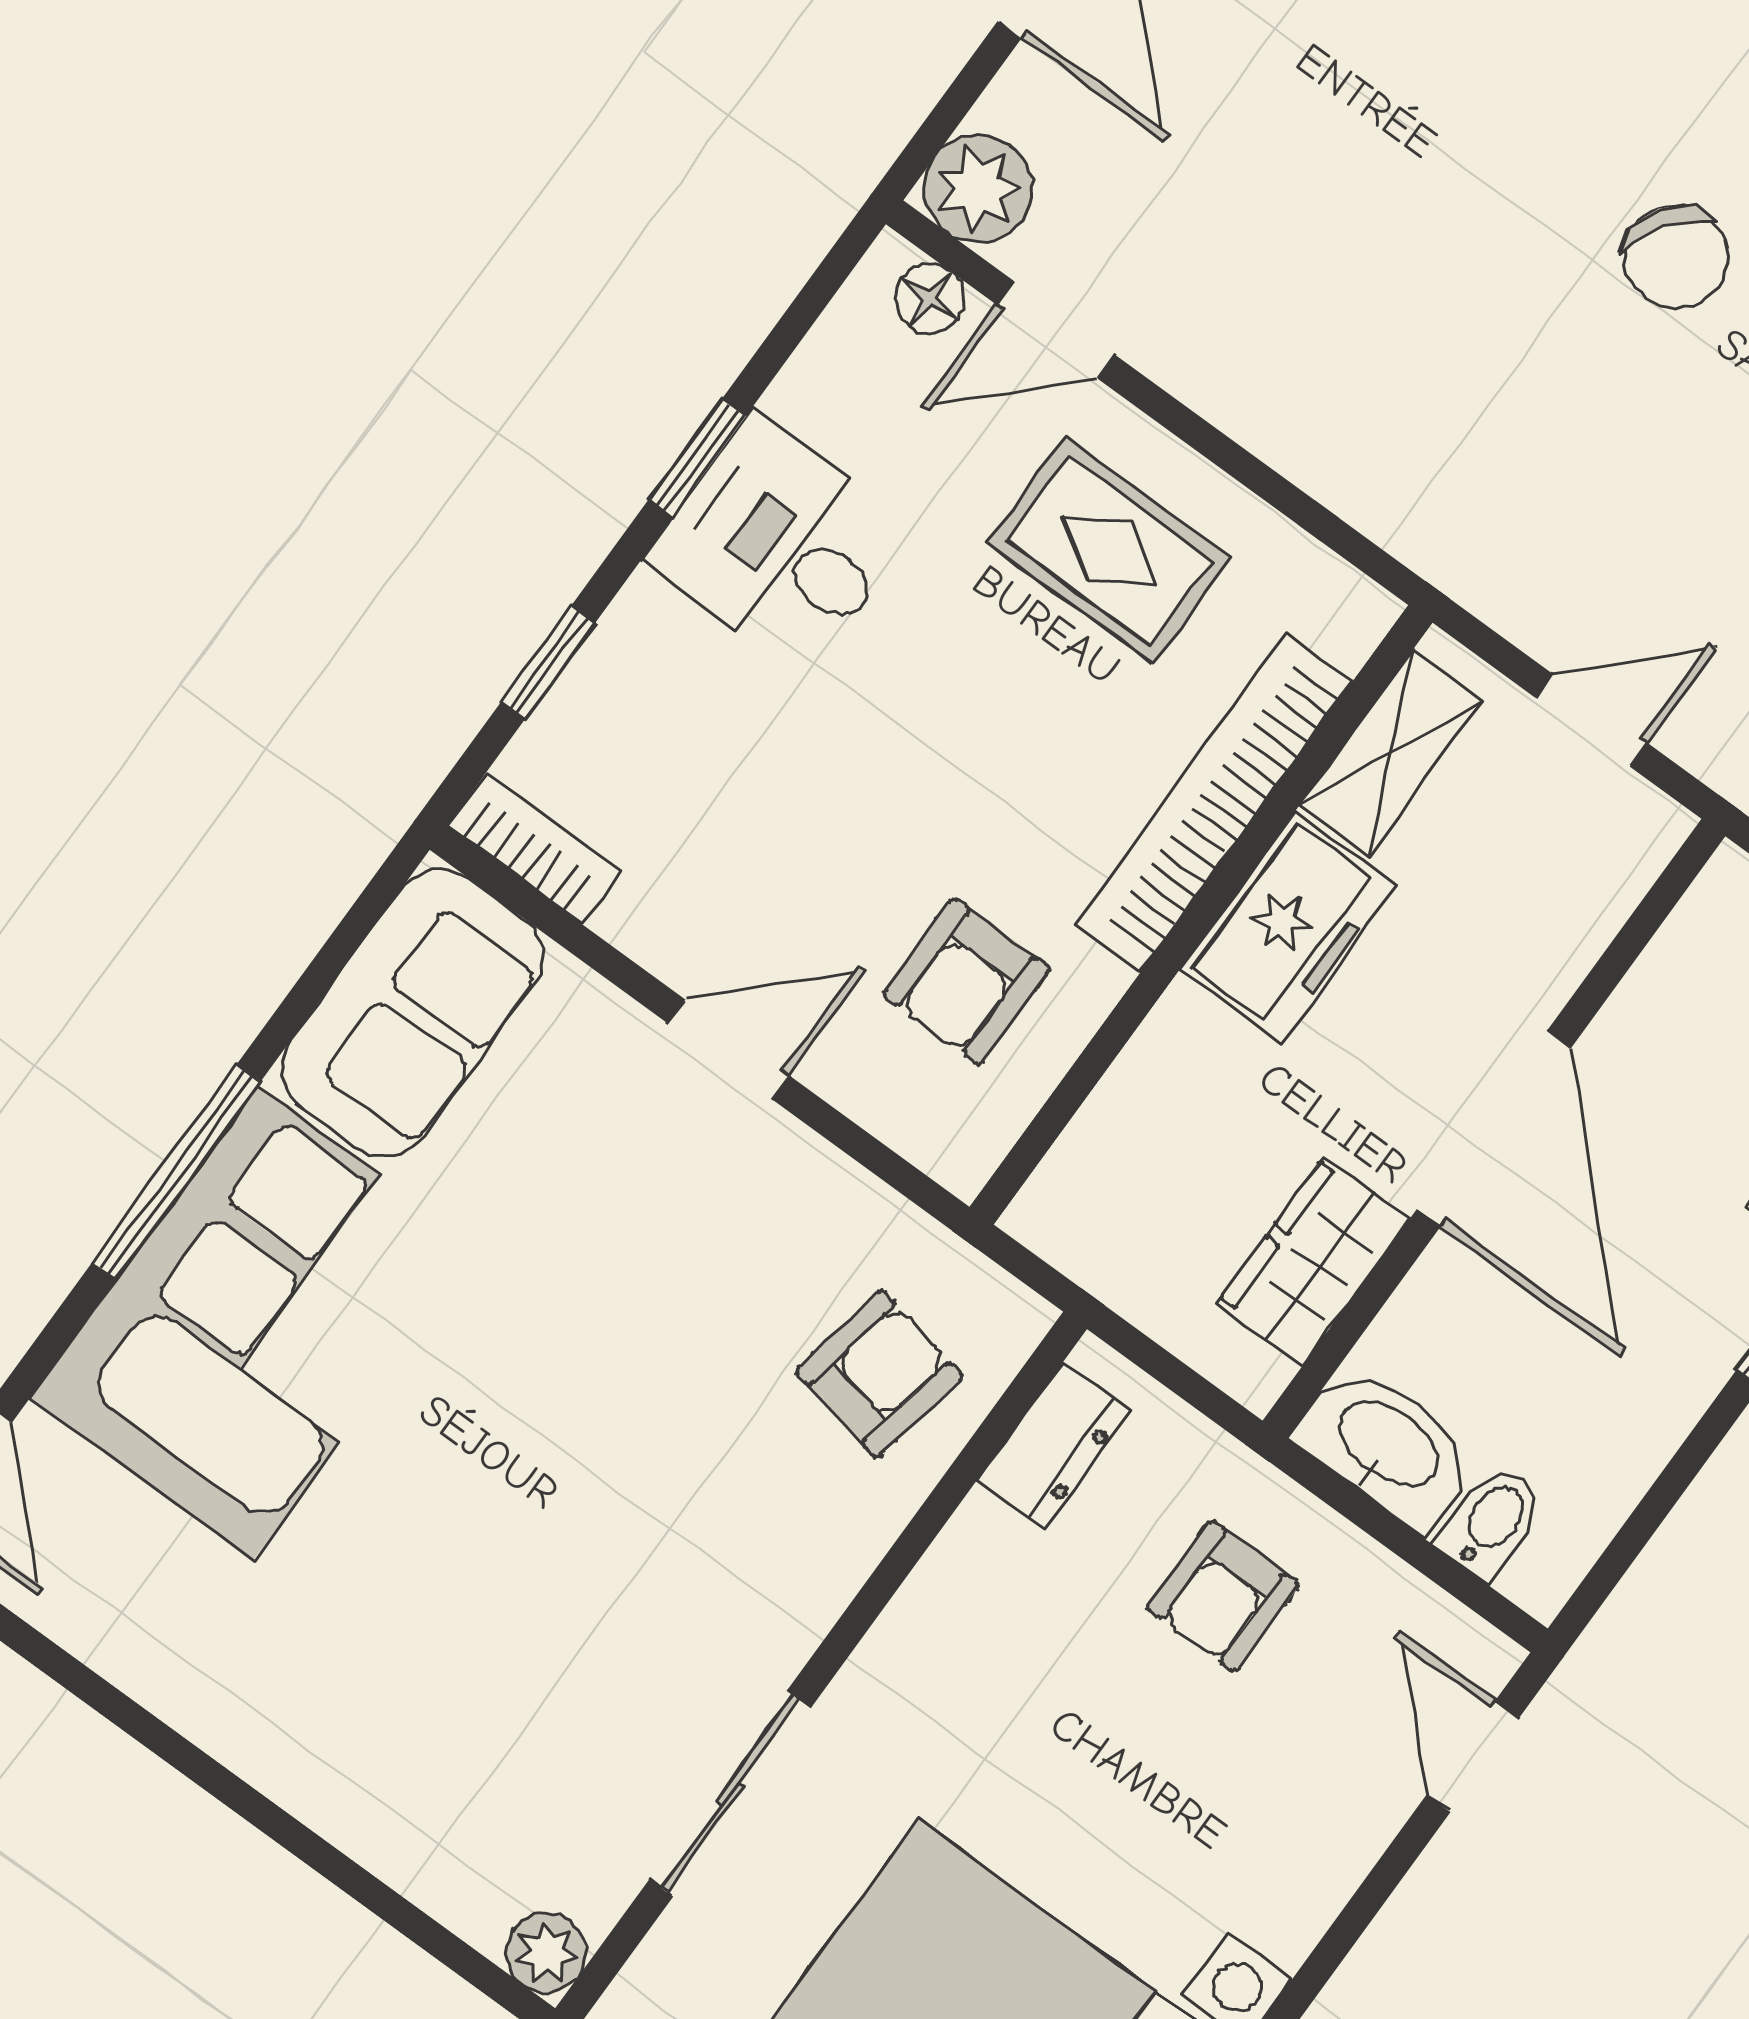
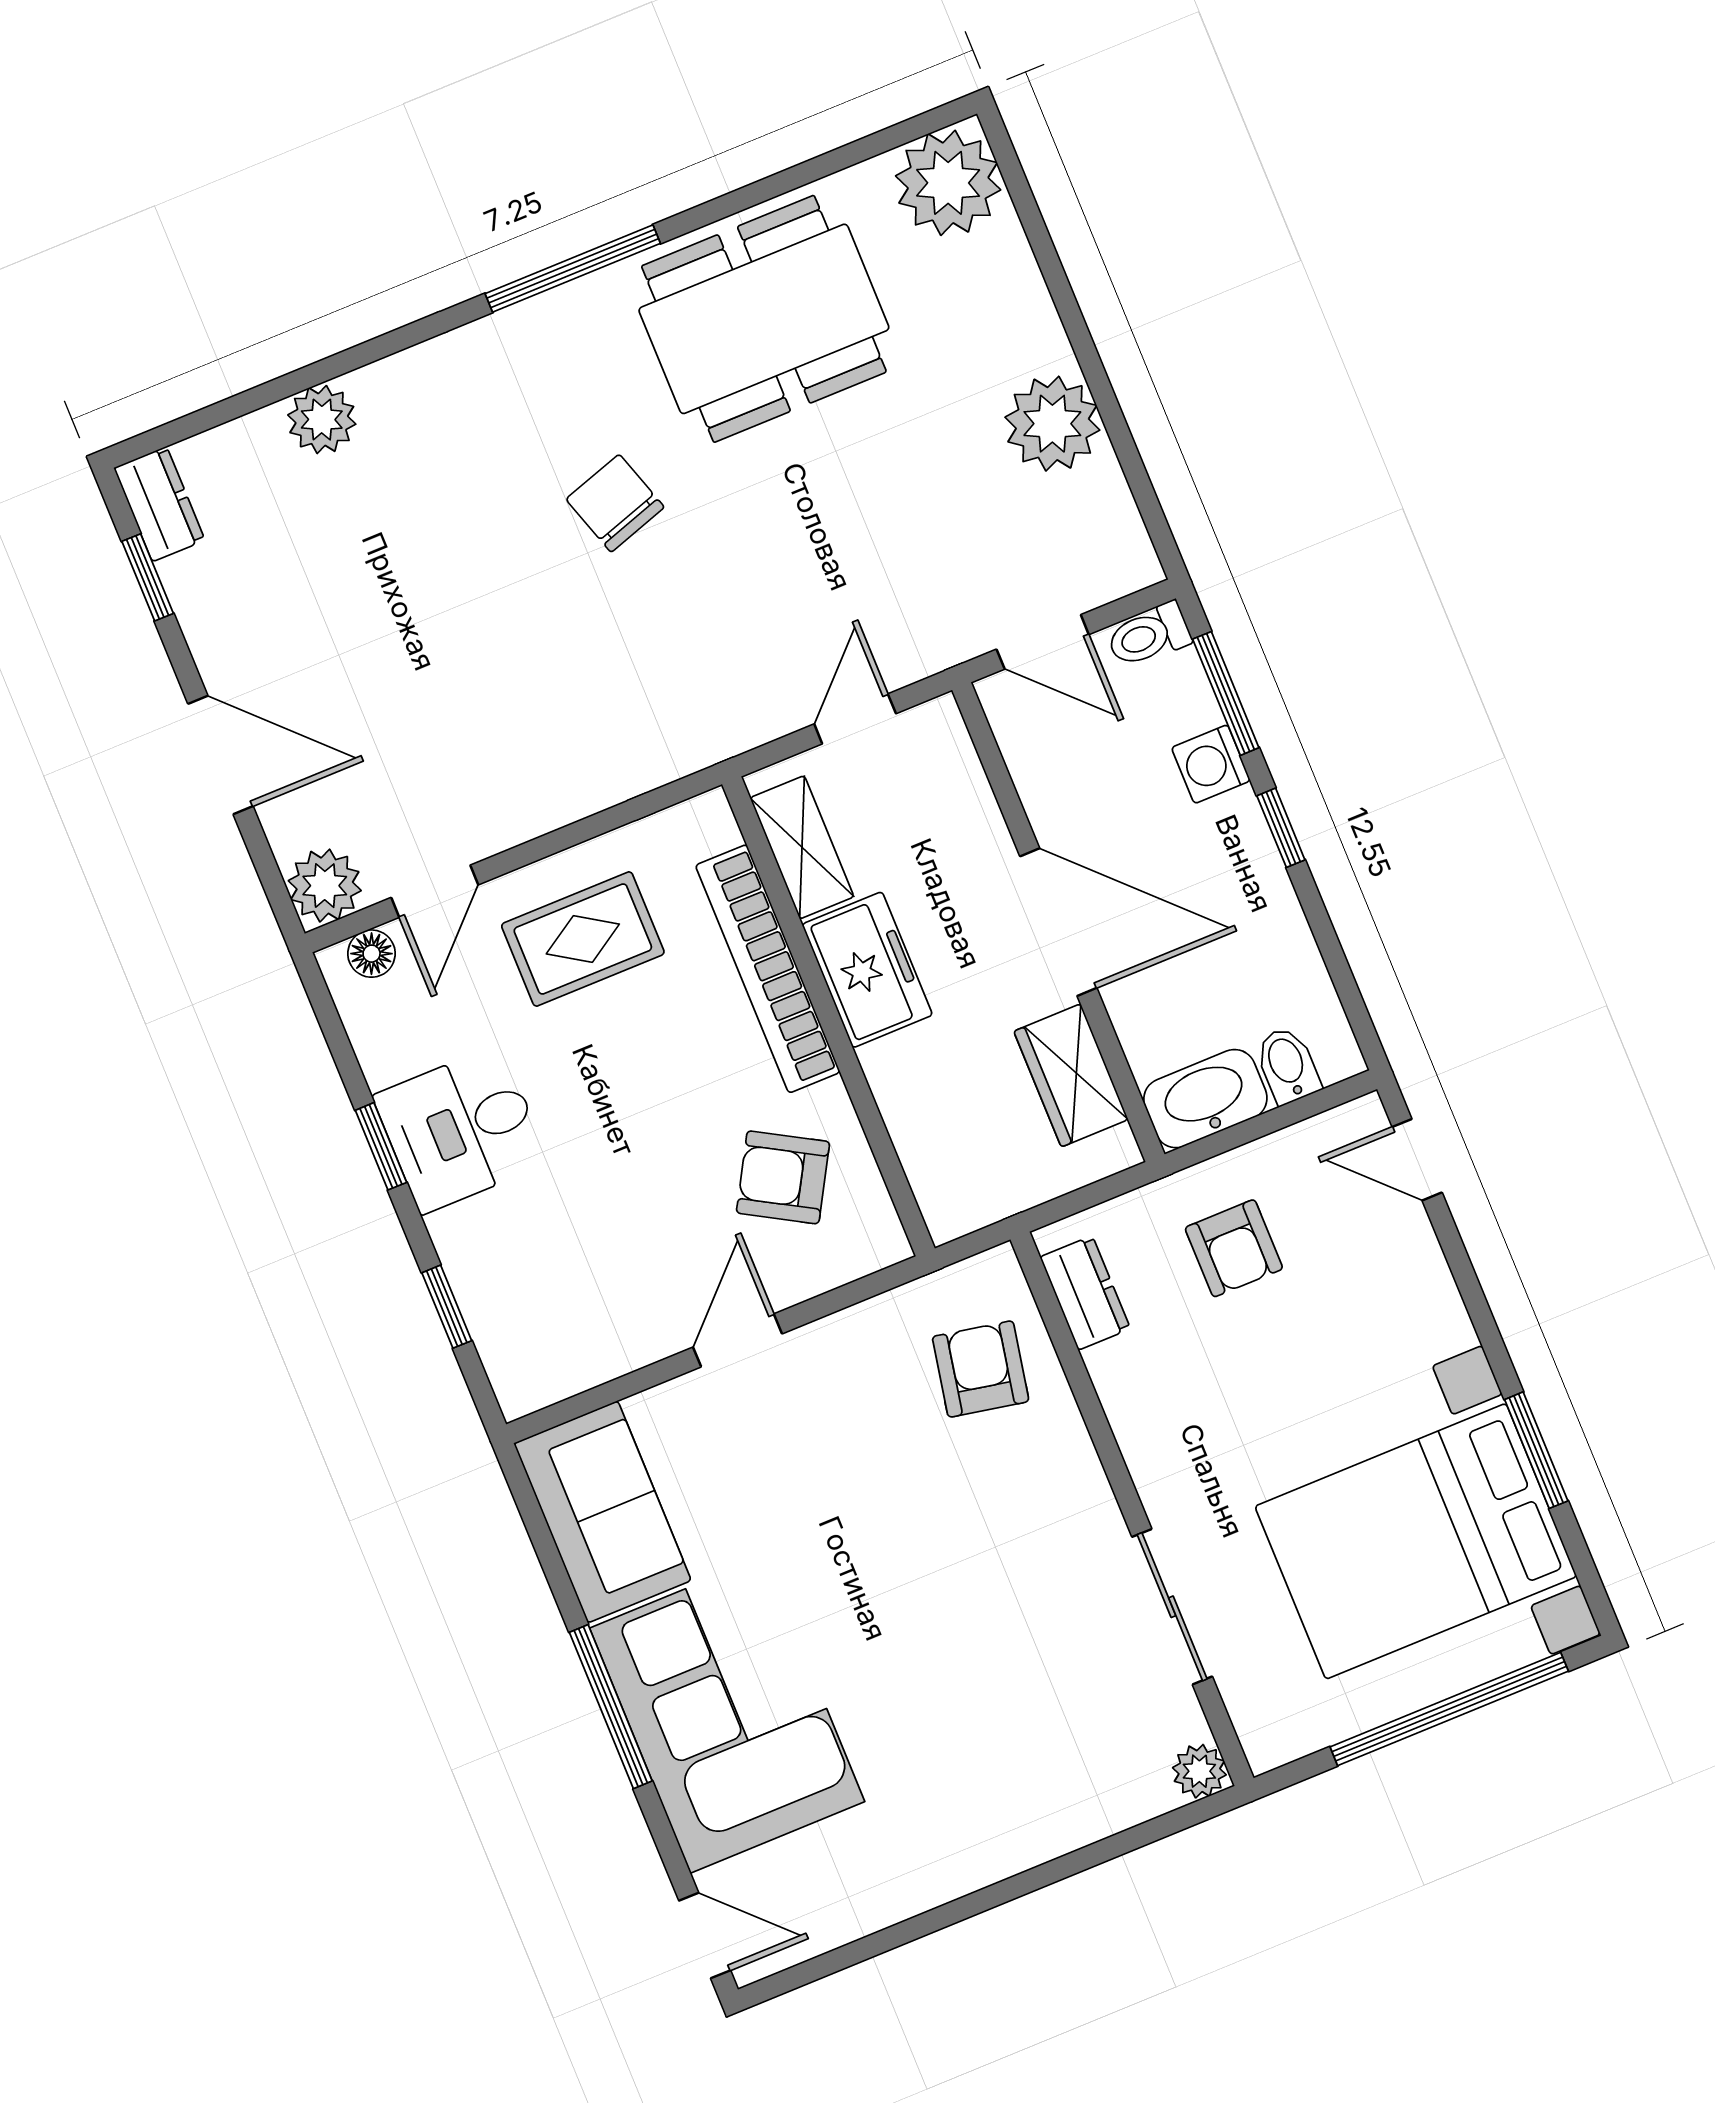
chair: (1676, 257) -> (615, 503), turned -143
bookcase: (534, 848) -> (550, 1382), removed
armchair: (966, 981) -> (783, 1177), turned 120

